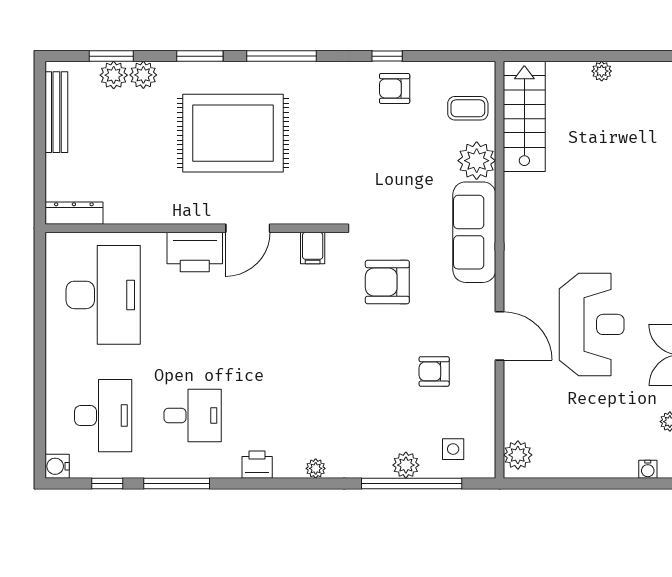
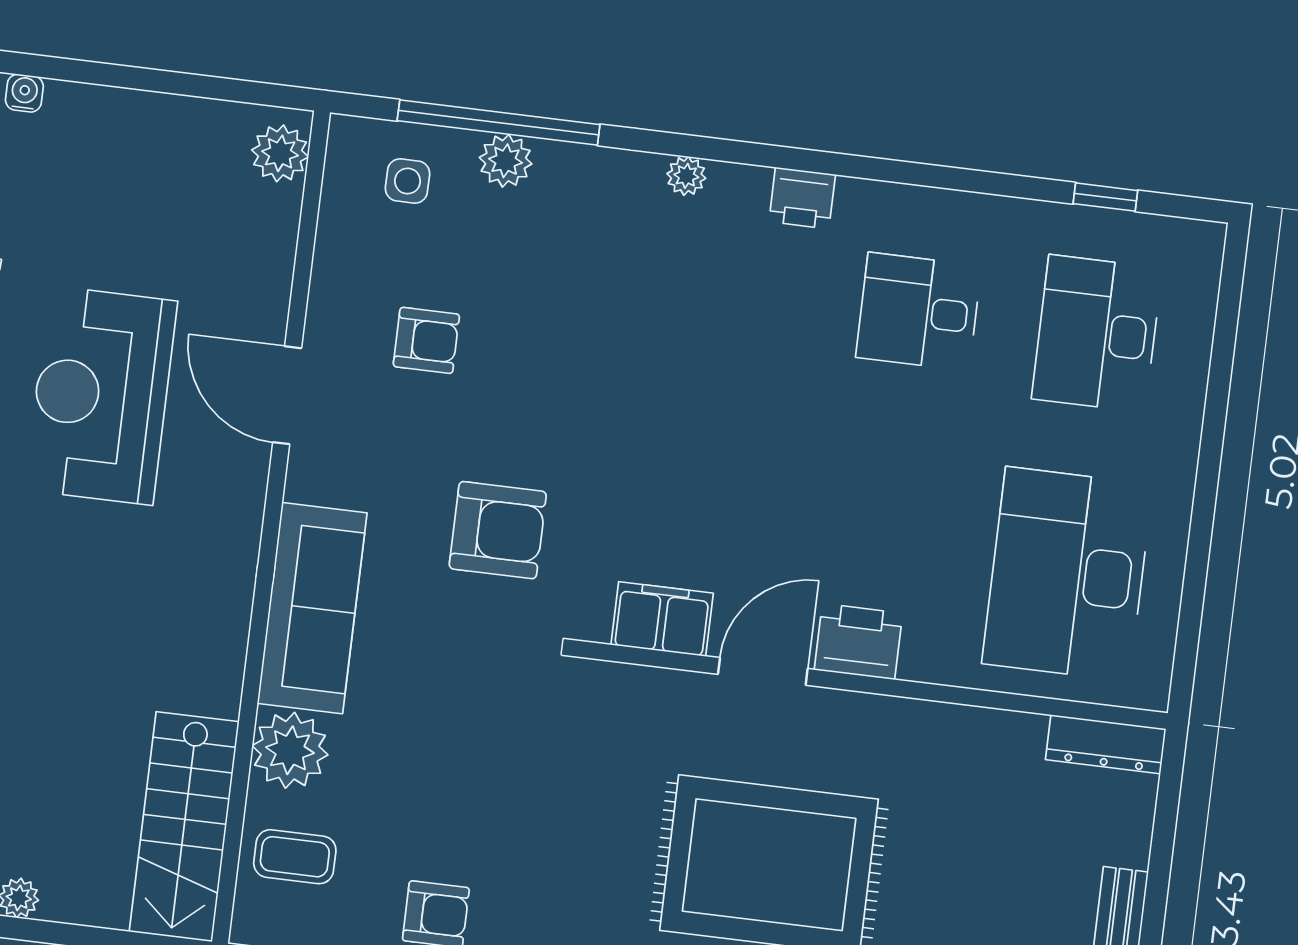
filing cabinet: (313, 248) -> (662, 619), width x2.00
printer: (195, 252) -> (858, 642), width x0.73, depth x0.84
water cooler: (57, 466) -> (1201, 244), removed
window: (177, 483) -> (967, 180), removed

